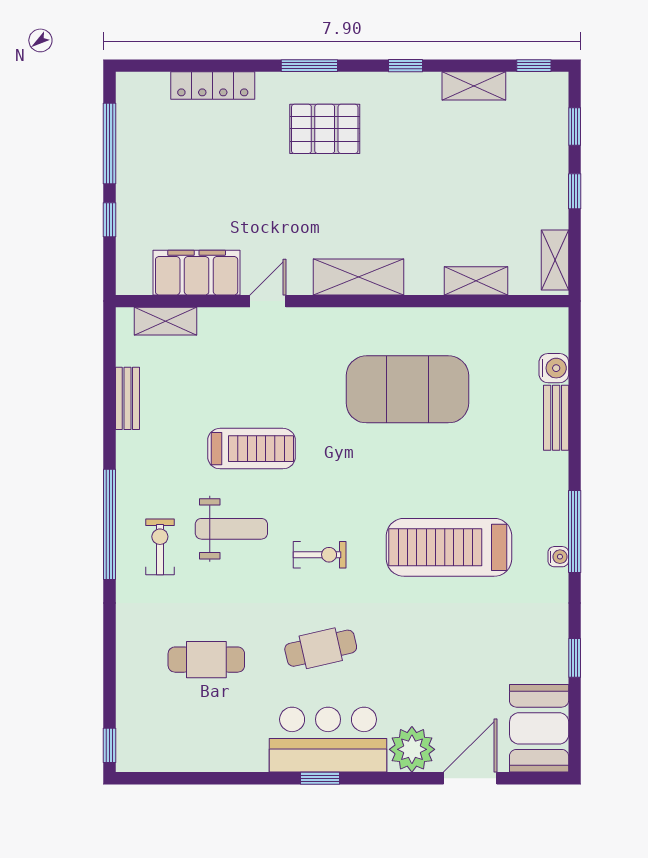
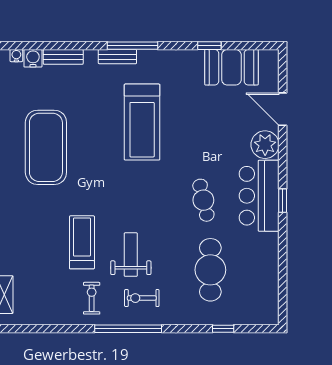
bench: (127, 398) -> (117, 57), moved
exercise bike: (320, 555) -> (92, 298), moved
water cooler: (558, 557) -> (16, 56), moved
cafe table: (206, 660) -> (210, 270), width x1.37, depth x1.35
booth: (539, 728) -> (231, 67), moved
window: (109, 745) -> (223, 329), moved

